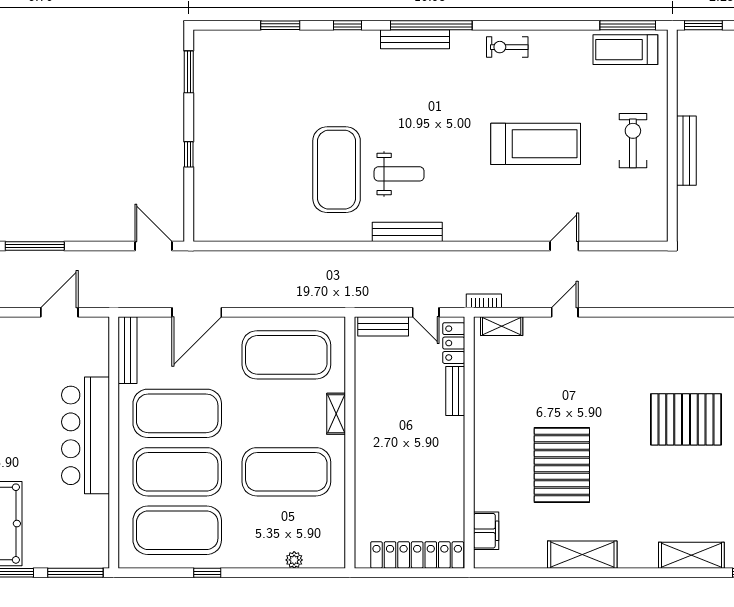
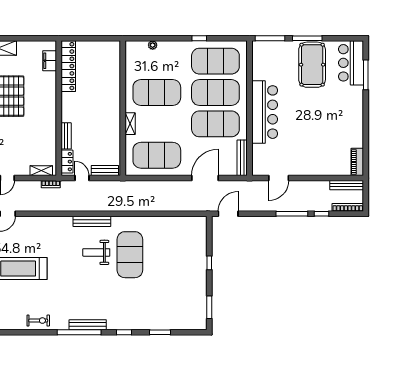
door: (153, 246) -> (228, 214), swing flipped
locker: (417, 555) -> (68, 66), moved, turned -90

